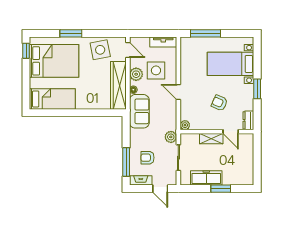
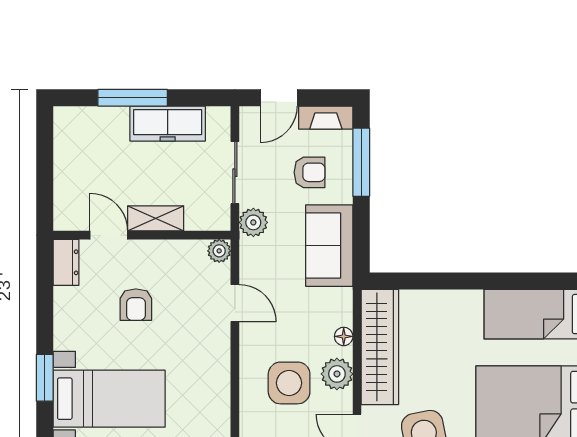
window: (257, 89) -> (45, 378), moved
door: (178, 92) -> (235, 303), moved
armchair: (219, 103) -> (136, 305), turned 66
sofa: (139, 111) -> (329, 246), moved
door: (160, 189) -> (279, 98), swing flipped
window: (221, 189) -> (133, 98), width x1.44

